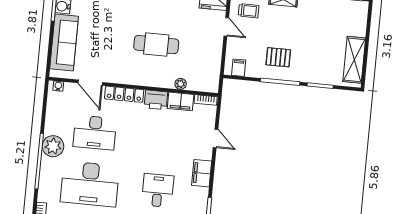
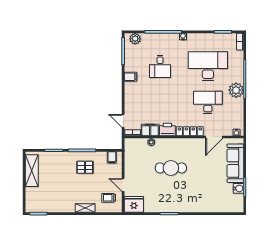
door: (90, 83) -> (214, 137), swing flipped
door: (216, 138) -> (123, 121), moved
filing cabinet: (202, 173) -> (131, 77), width x0.50

